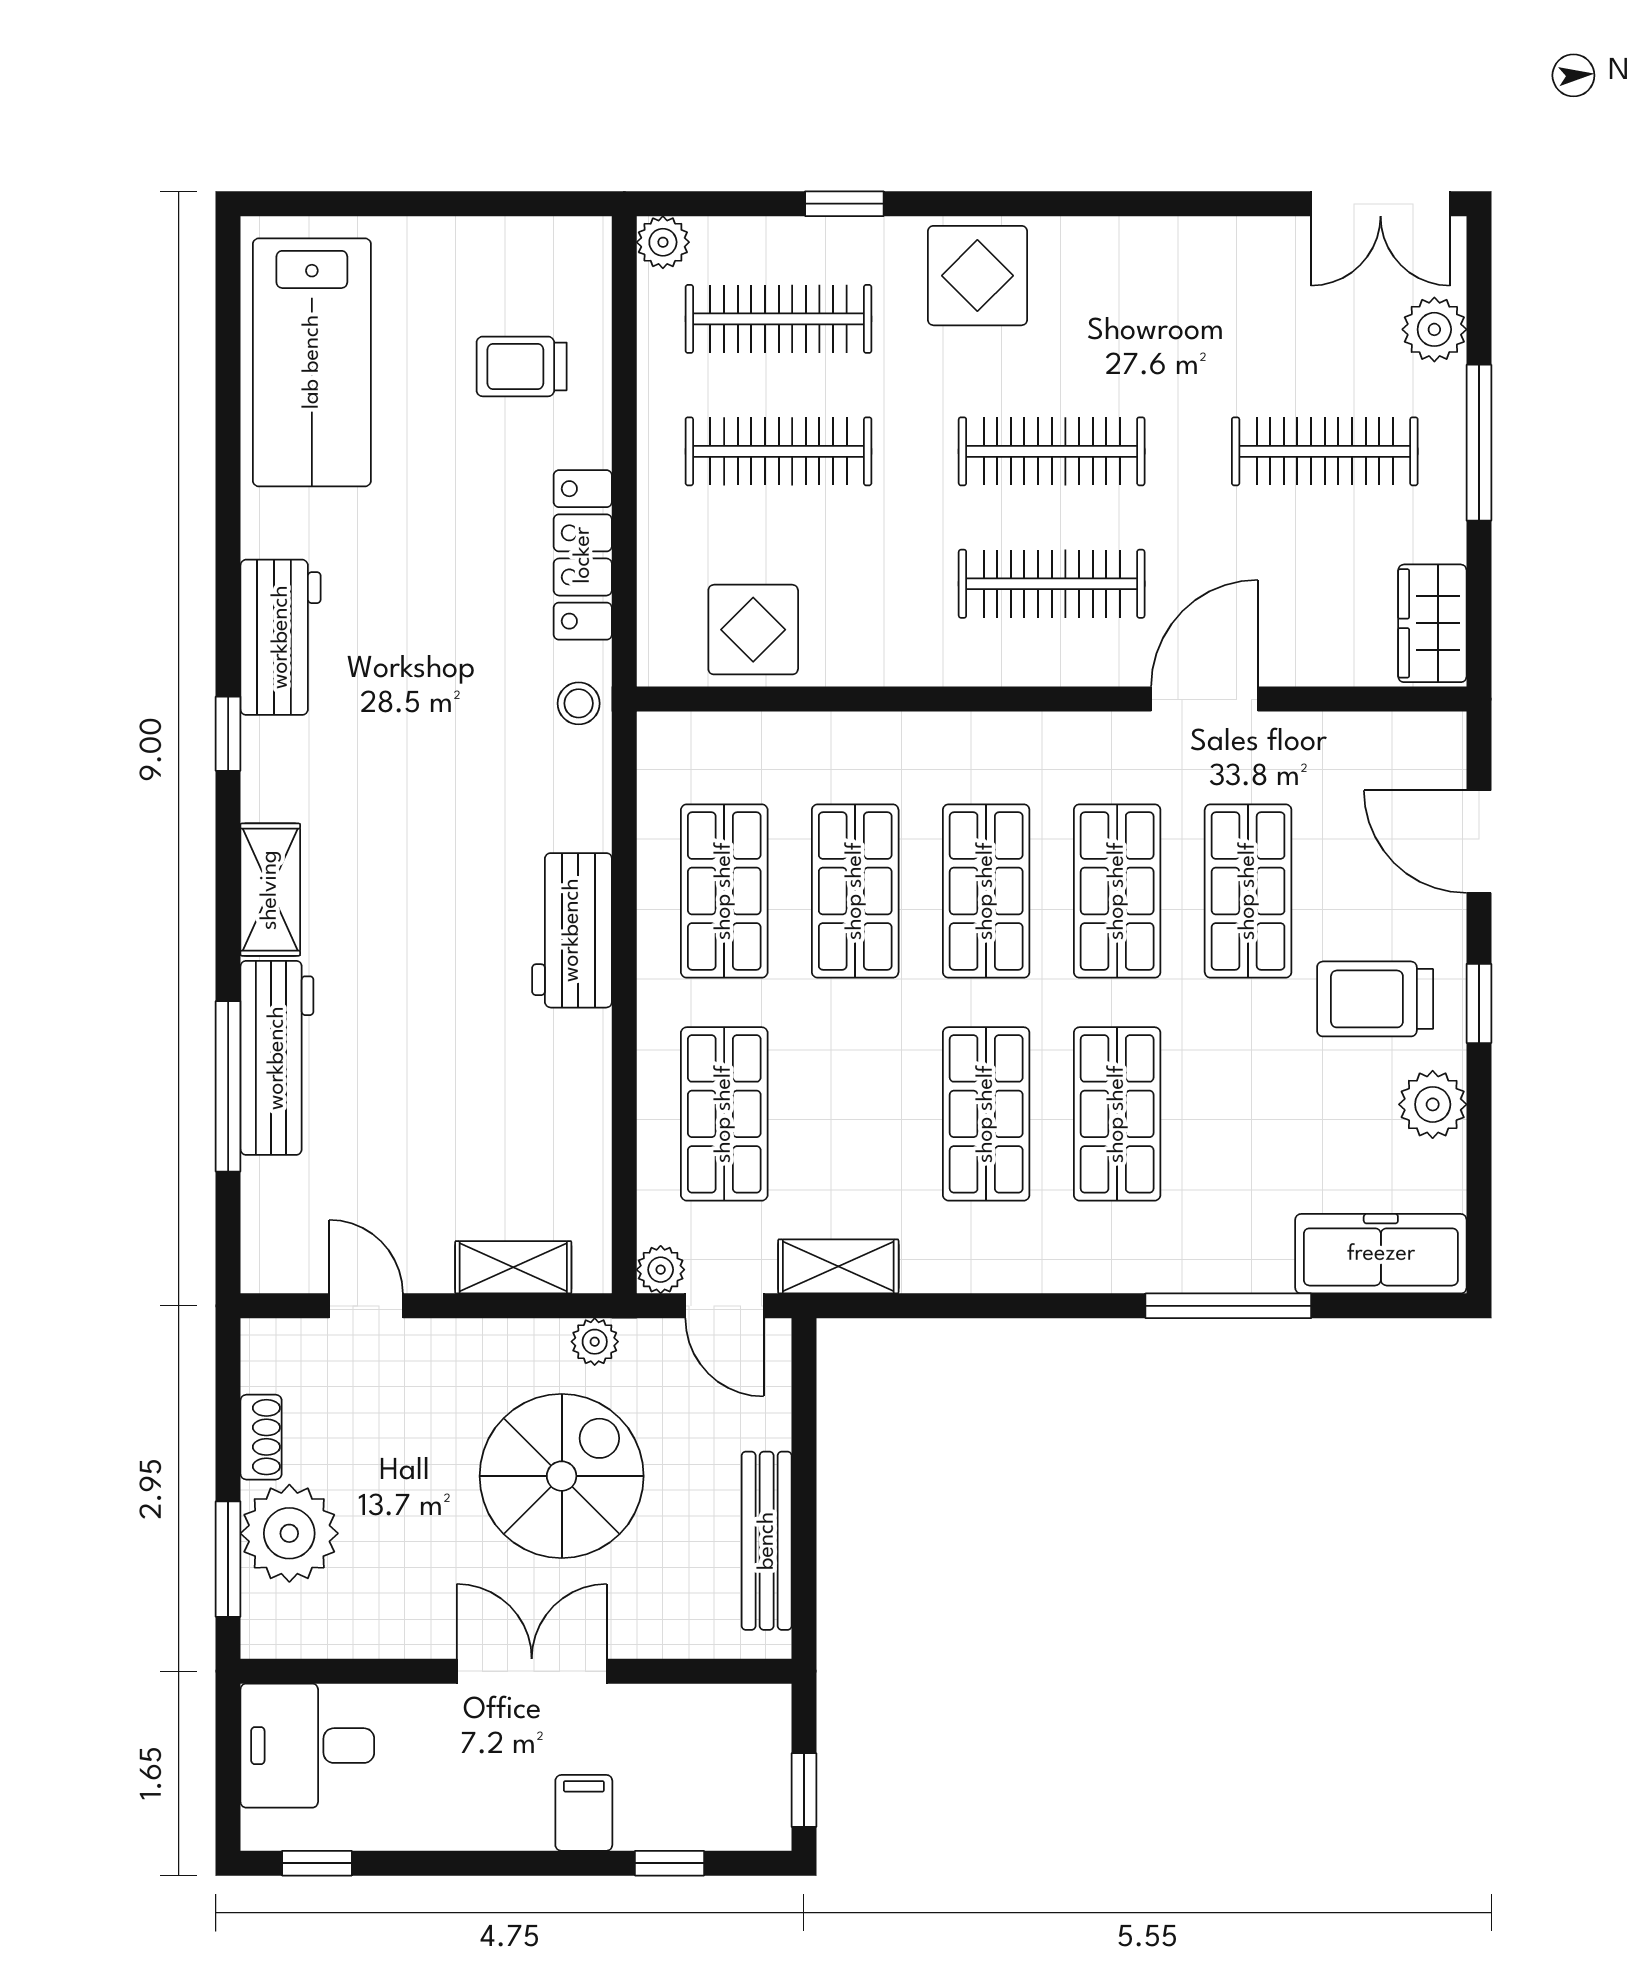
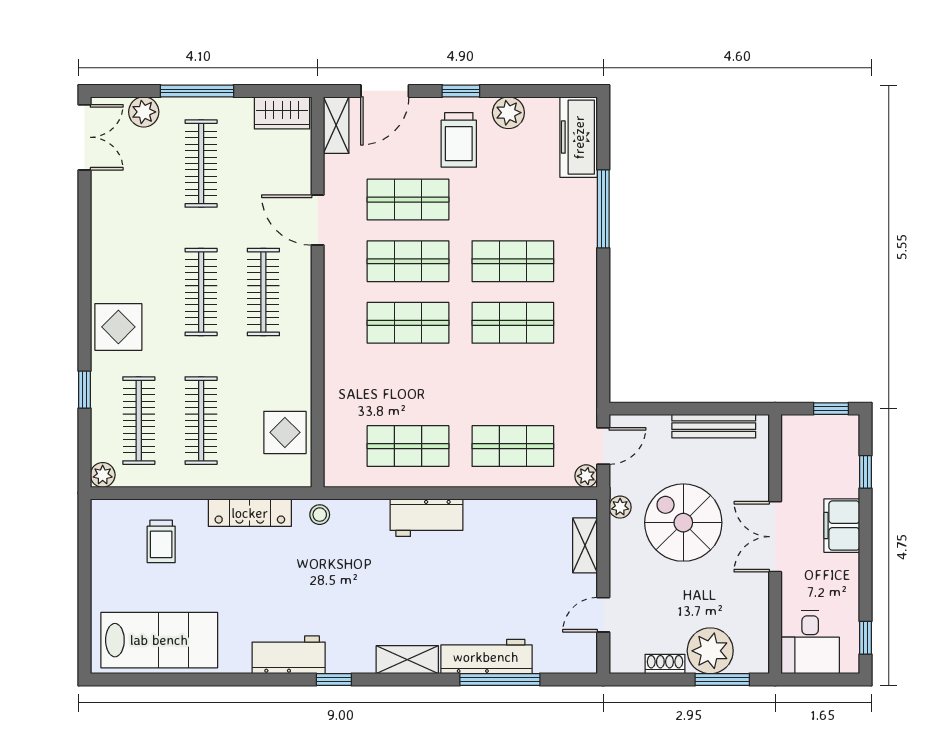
shop shelf: (855, 891) -> (408, 384), removed
shelving: (838, 1266) -> (336, 125), moved
filing cabinet: (584, 1813) -> (842, 526), width x2.00

